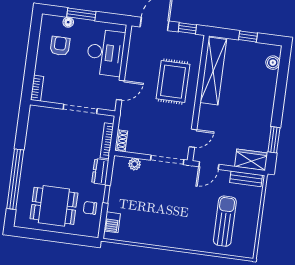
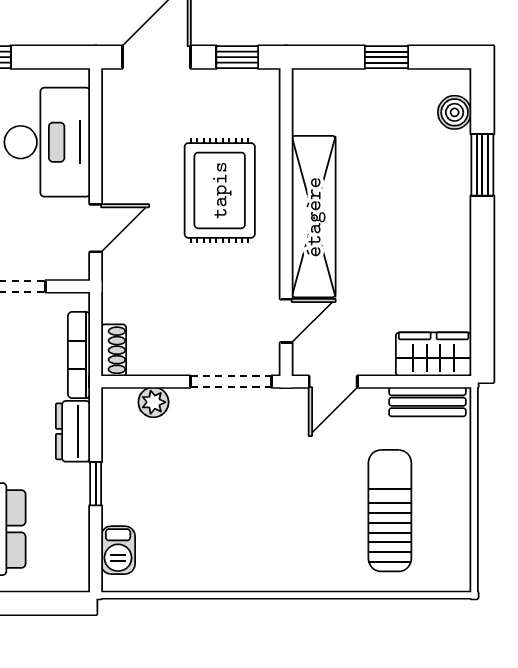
shelving: (213, 71) -> (314, 217), moved
window: (274, 140) -> (482, 165), moved
chair: (90, 208) -> (60, 522), removed

